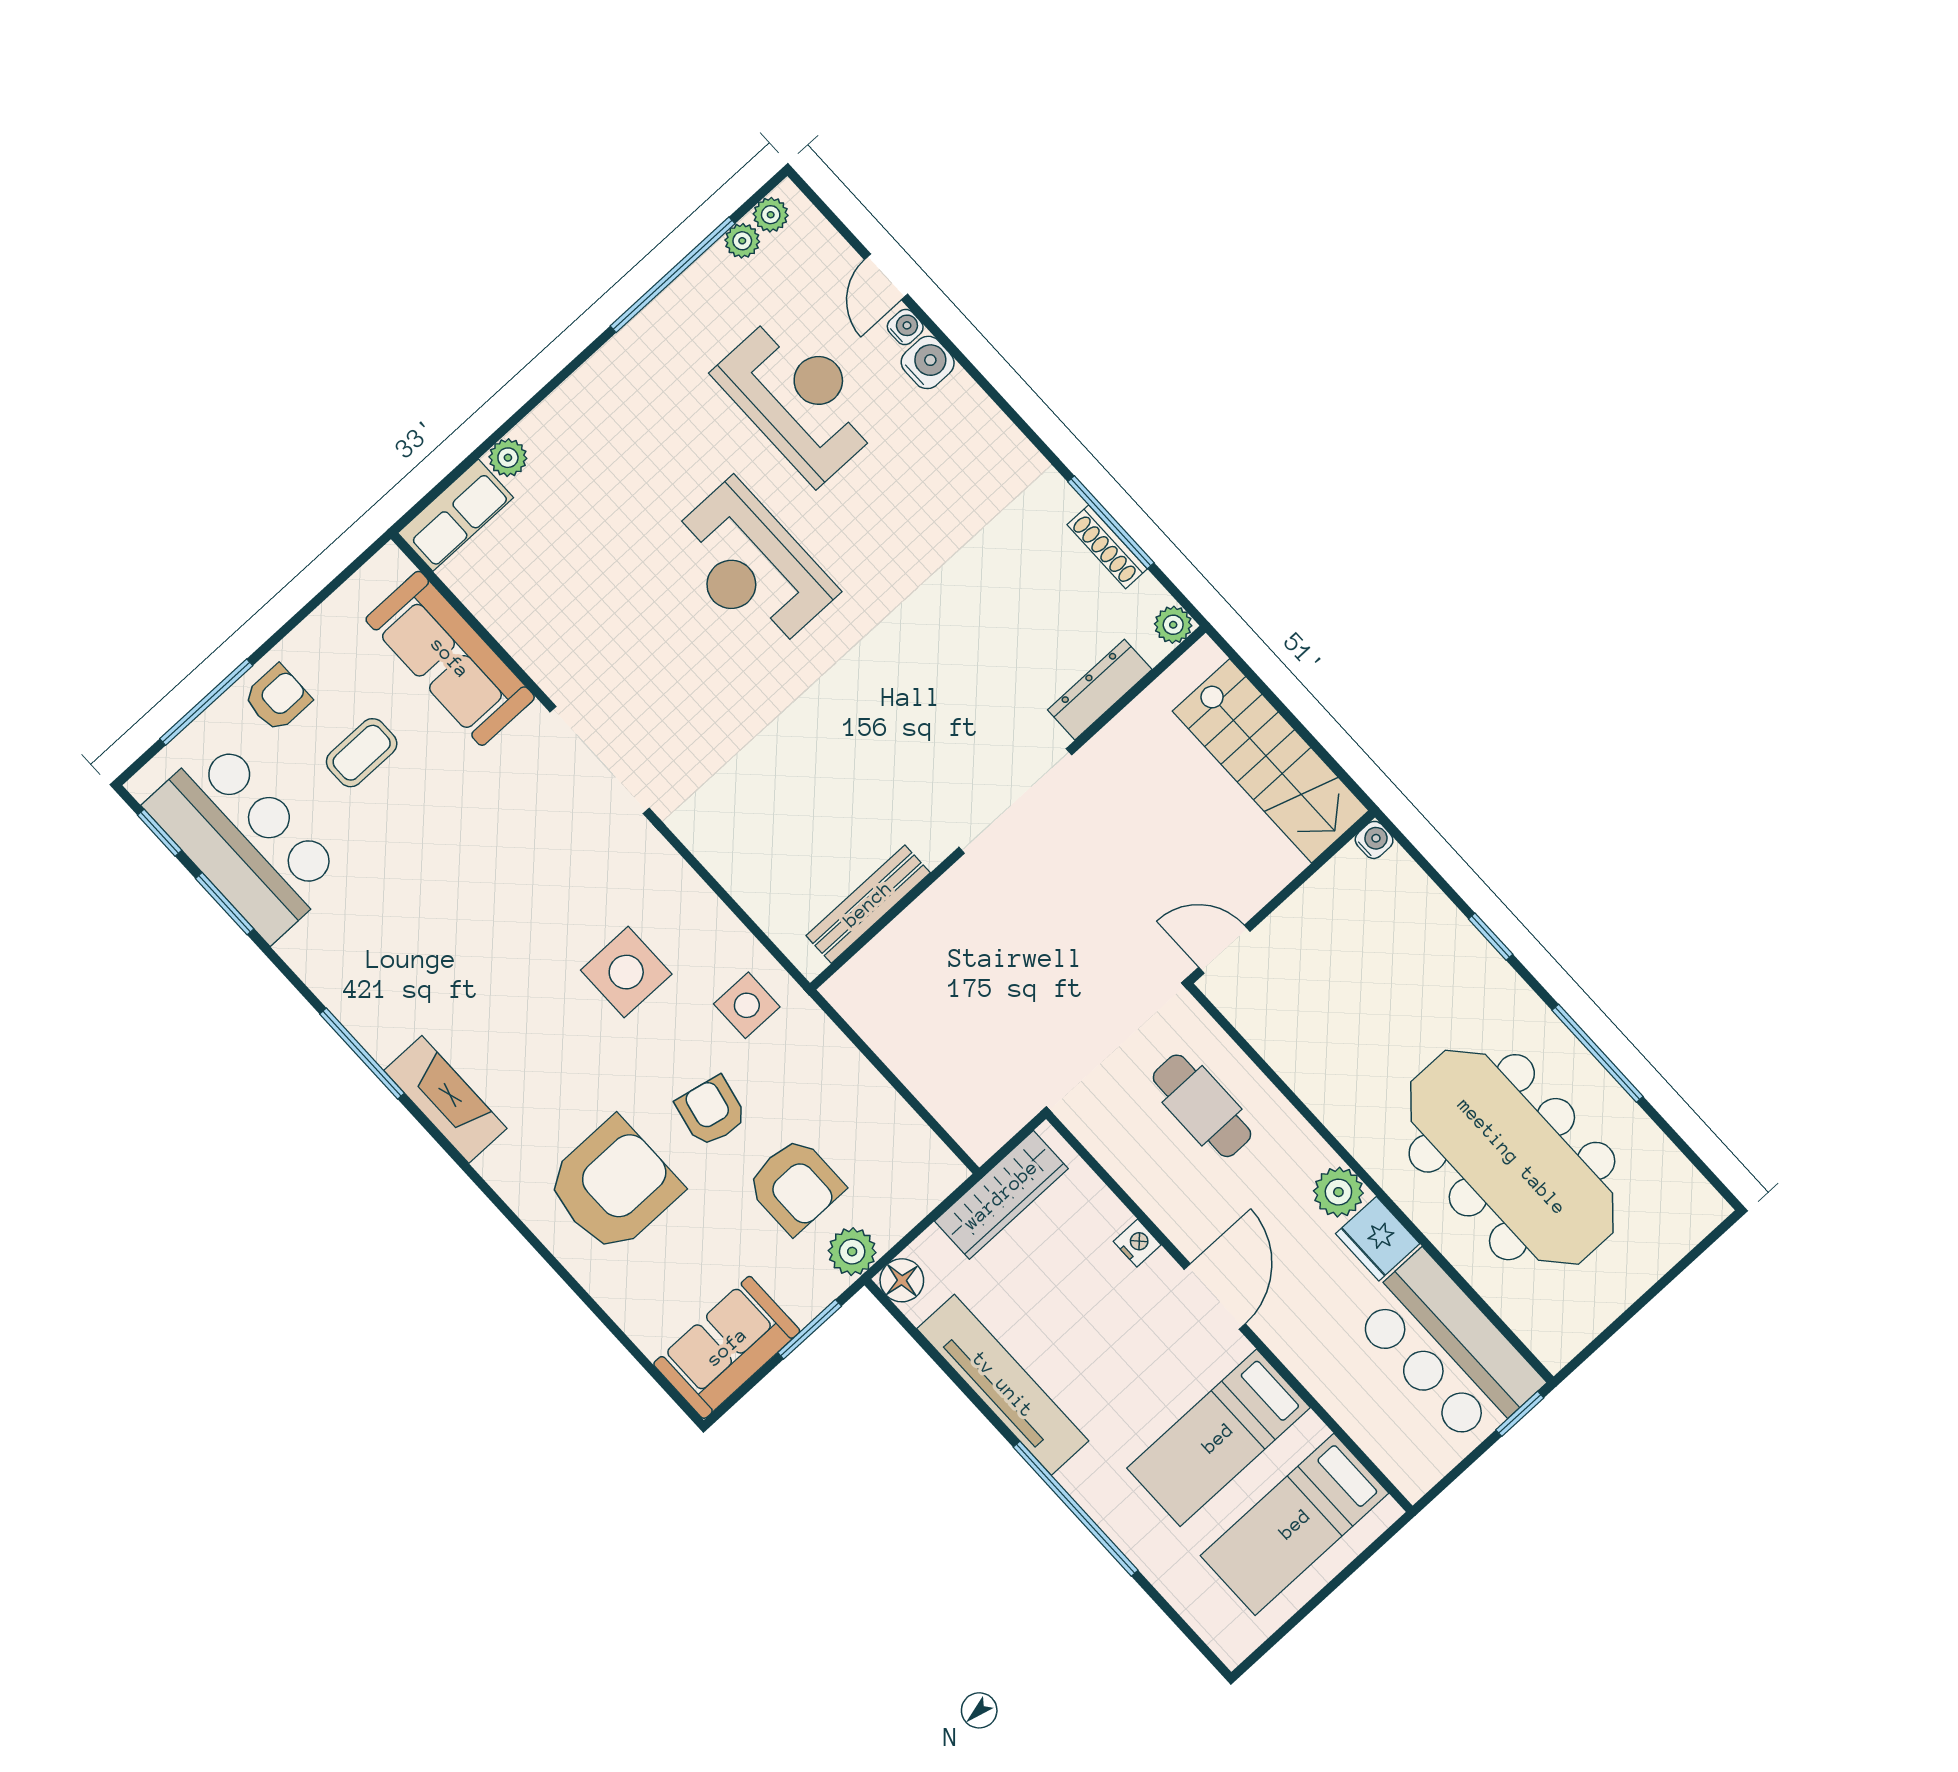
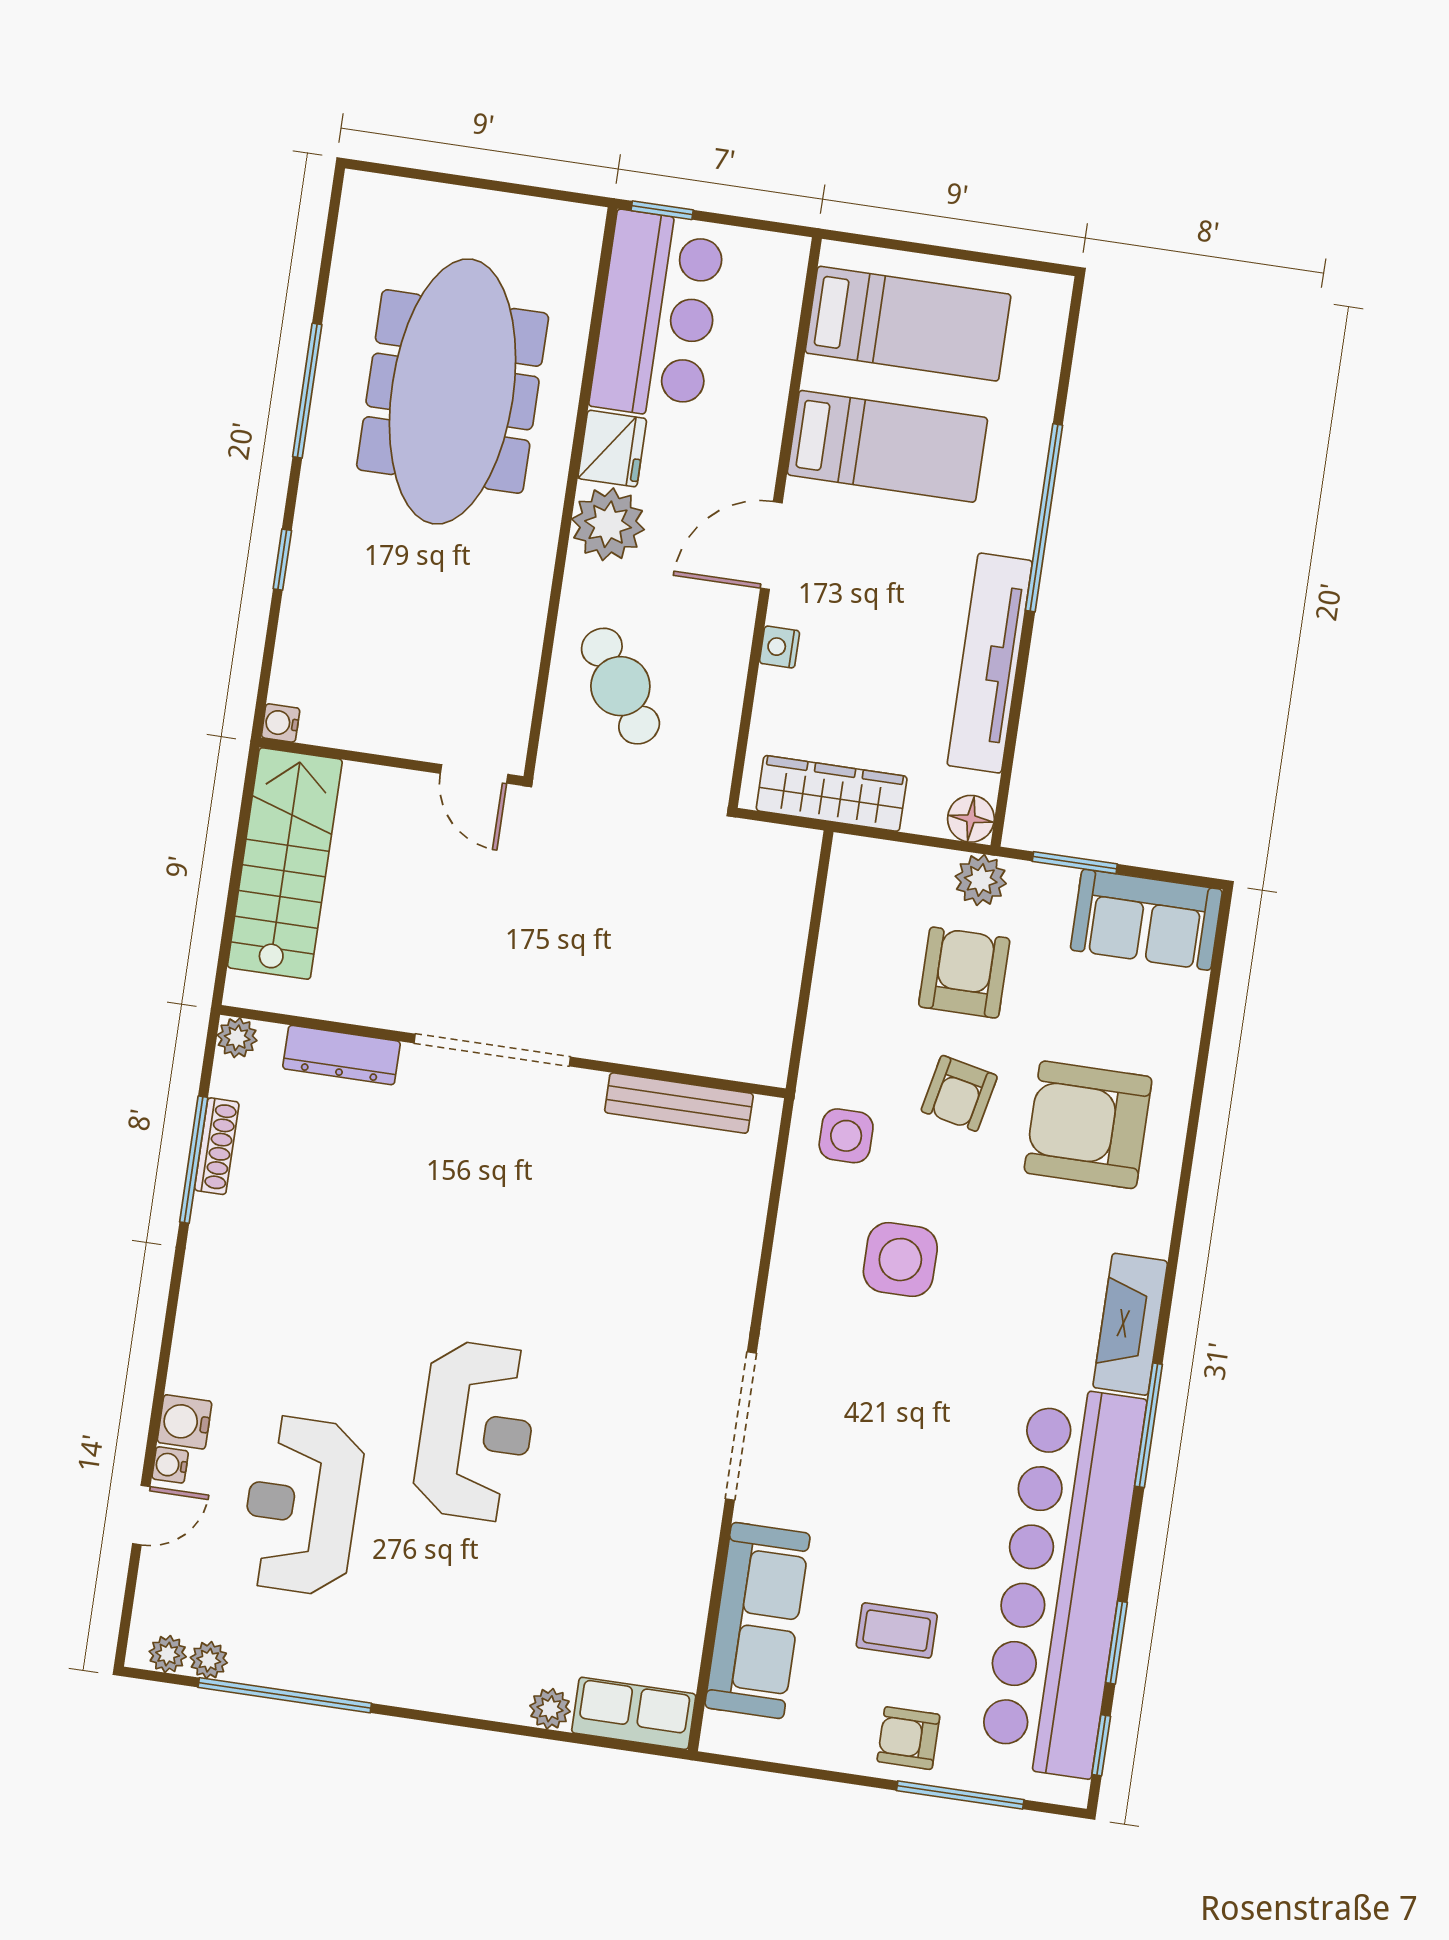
bar counter: (245, 840) -> (1062, 1581), width x1.86
cafe table: (1202, 1106) -> (620, 686), turned -34
plant: (1338, 1192) -> (608, 524), width x1.36, depth x1.36

